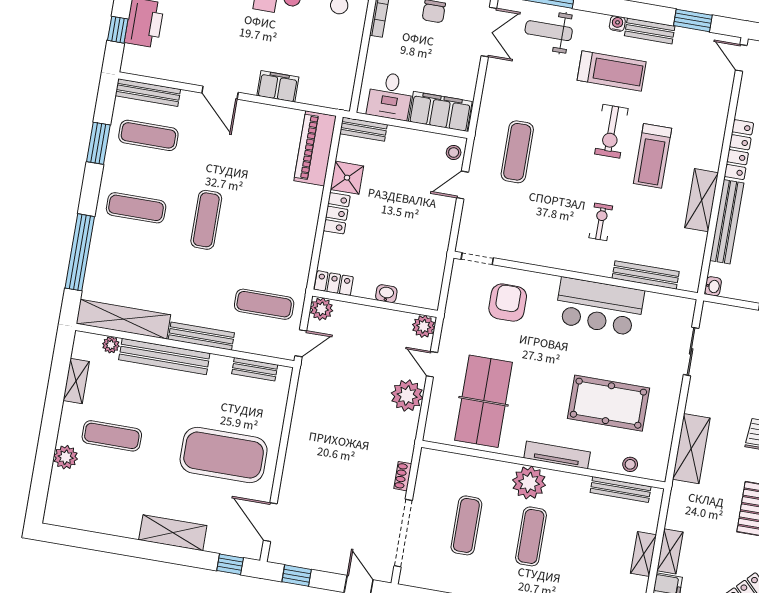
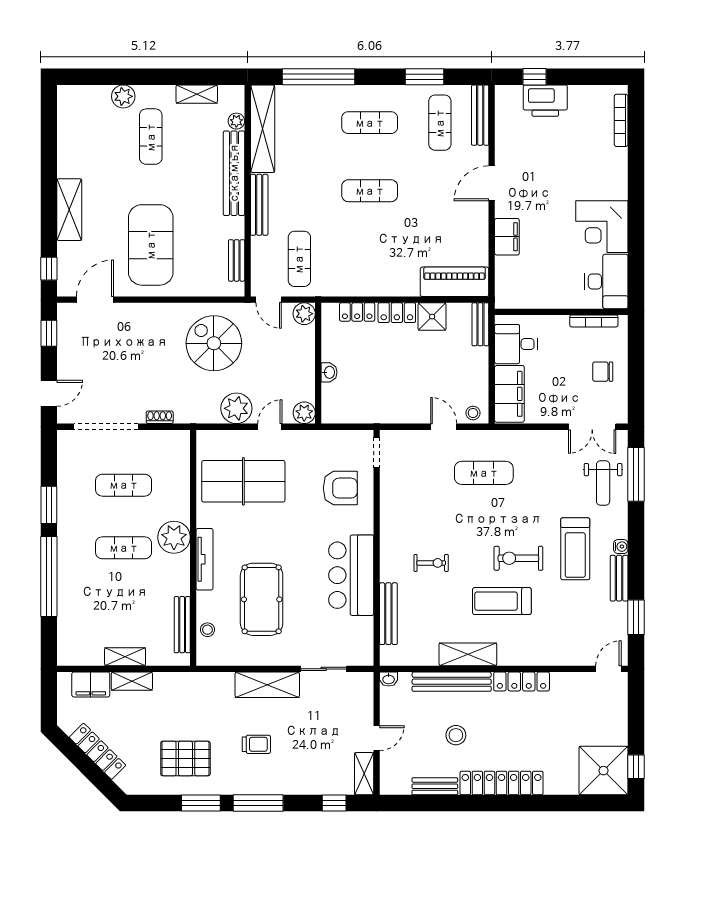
weight bench: (549, 31) -> (603, 483), turned 180
exercise mat: (136, 208) -> (370, 123), turned 90
locker: (334, 283) -> (357, 312), moved, turned 90
spiral stairs: (336, 407) -> (214, 343), added
shelving: (691, 449) -> (267, 685), moved

